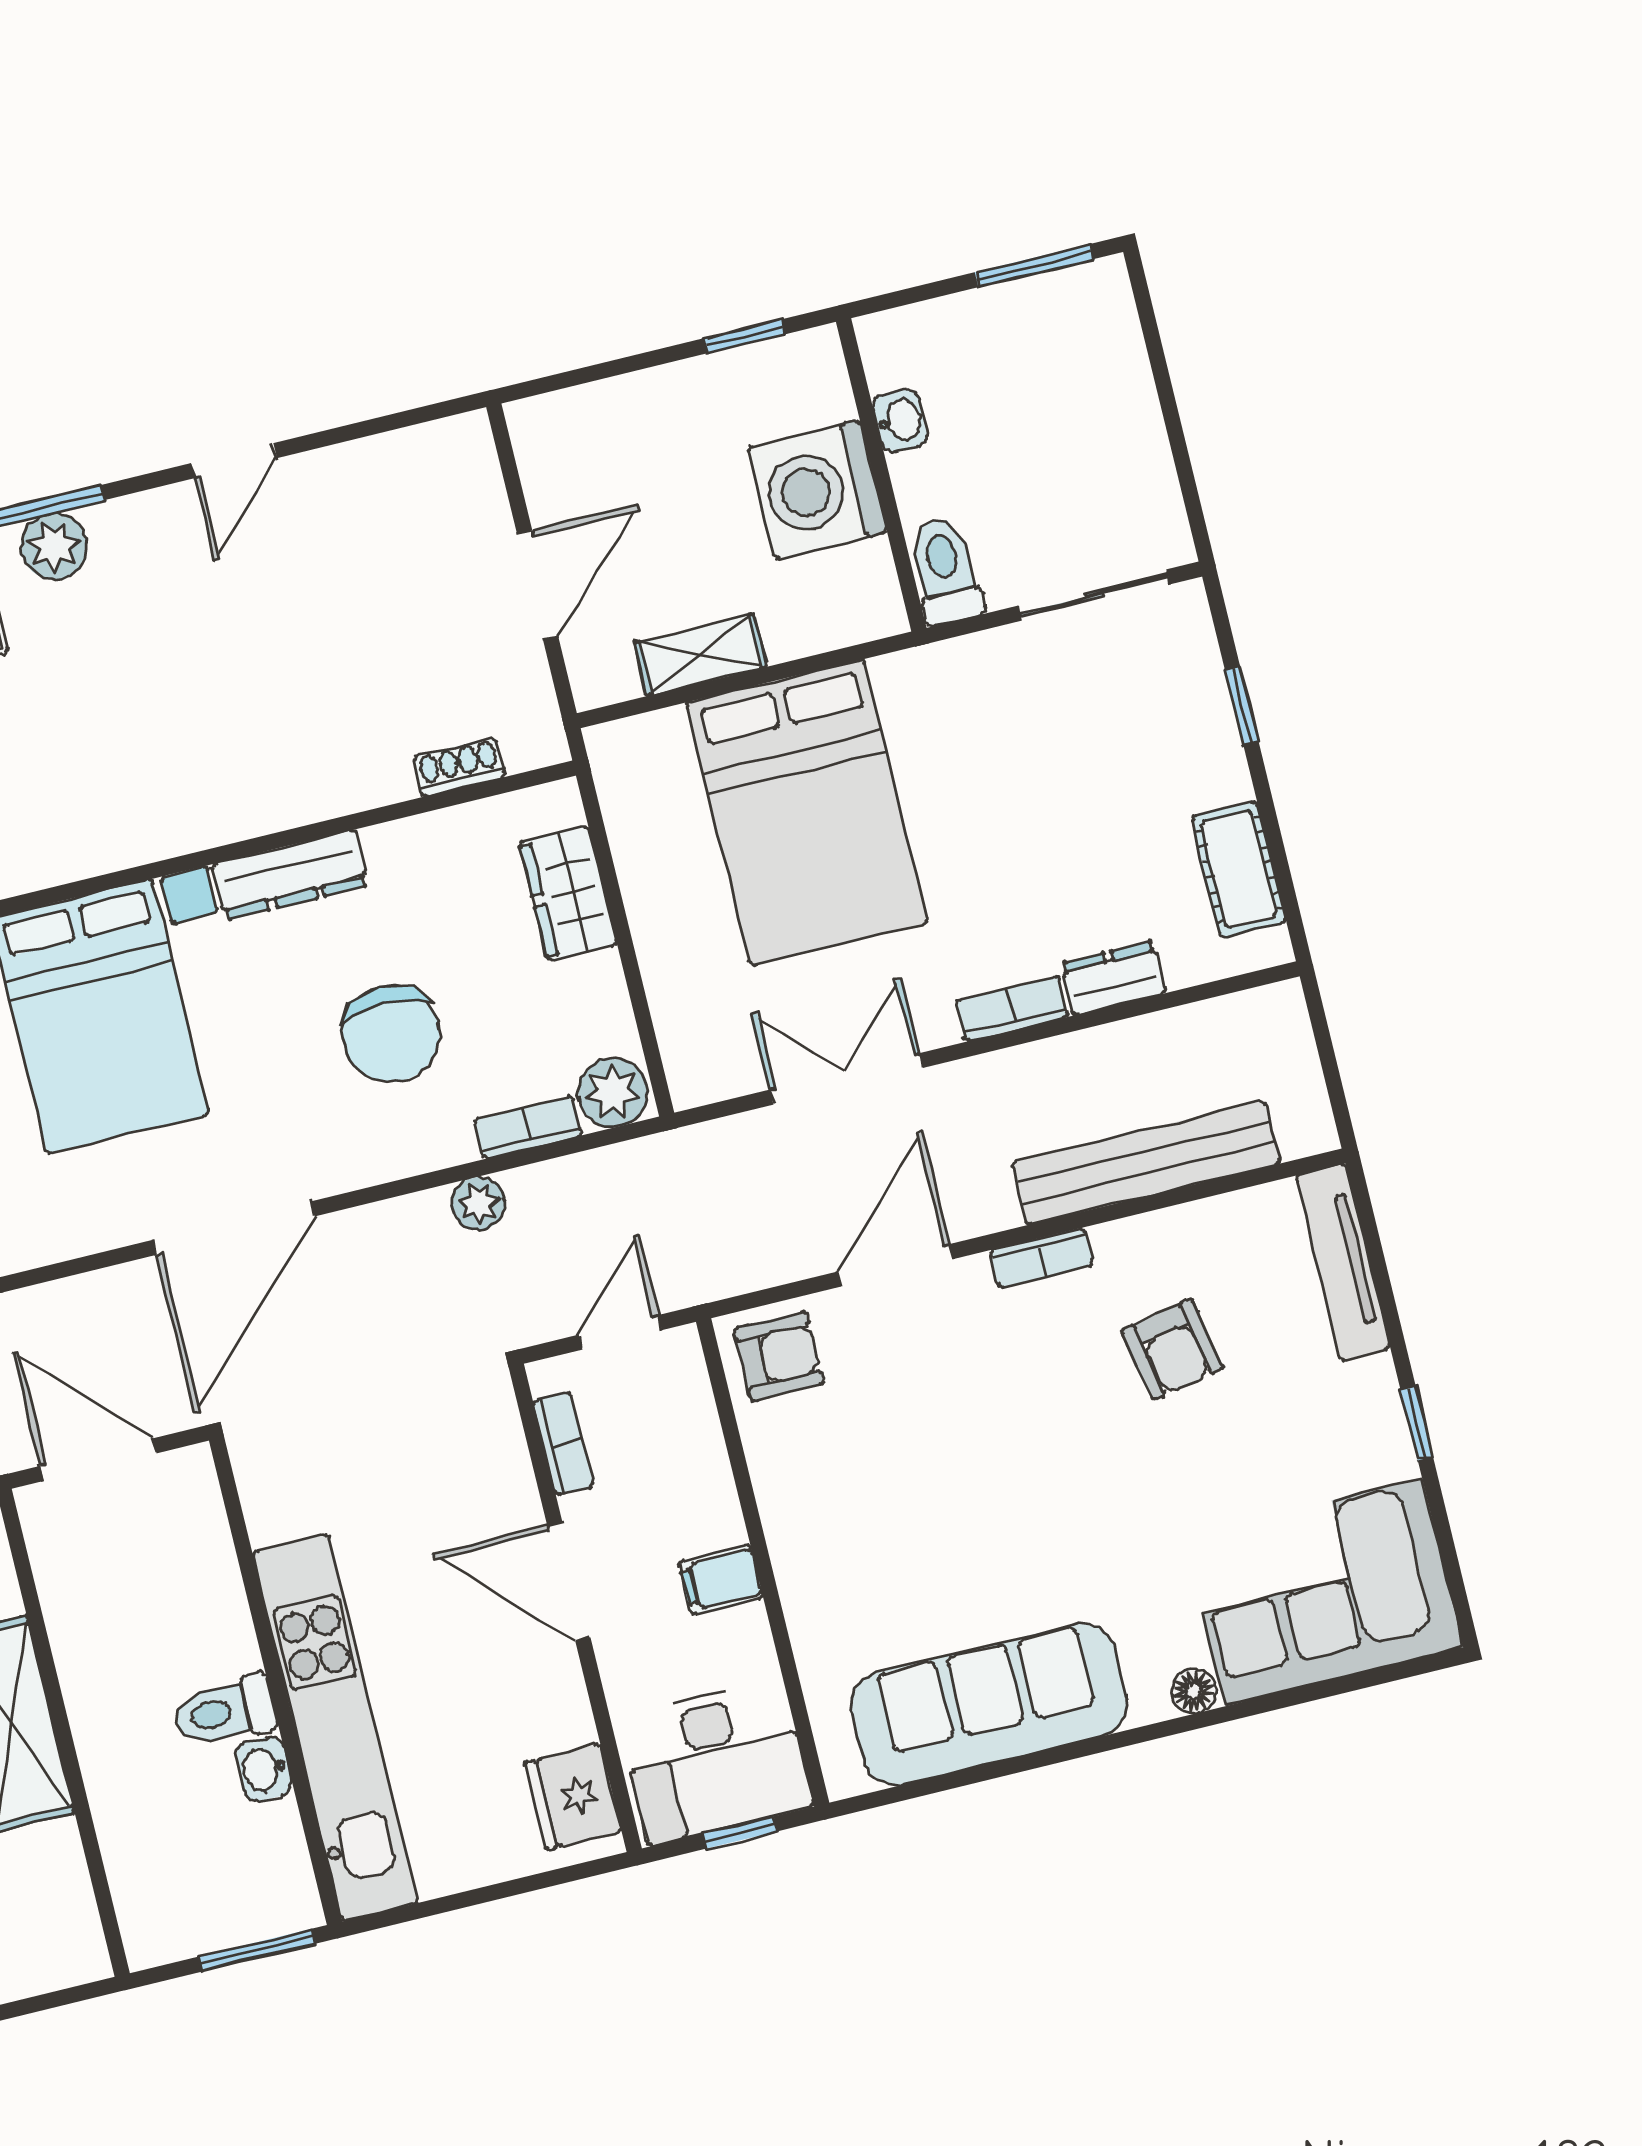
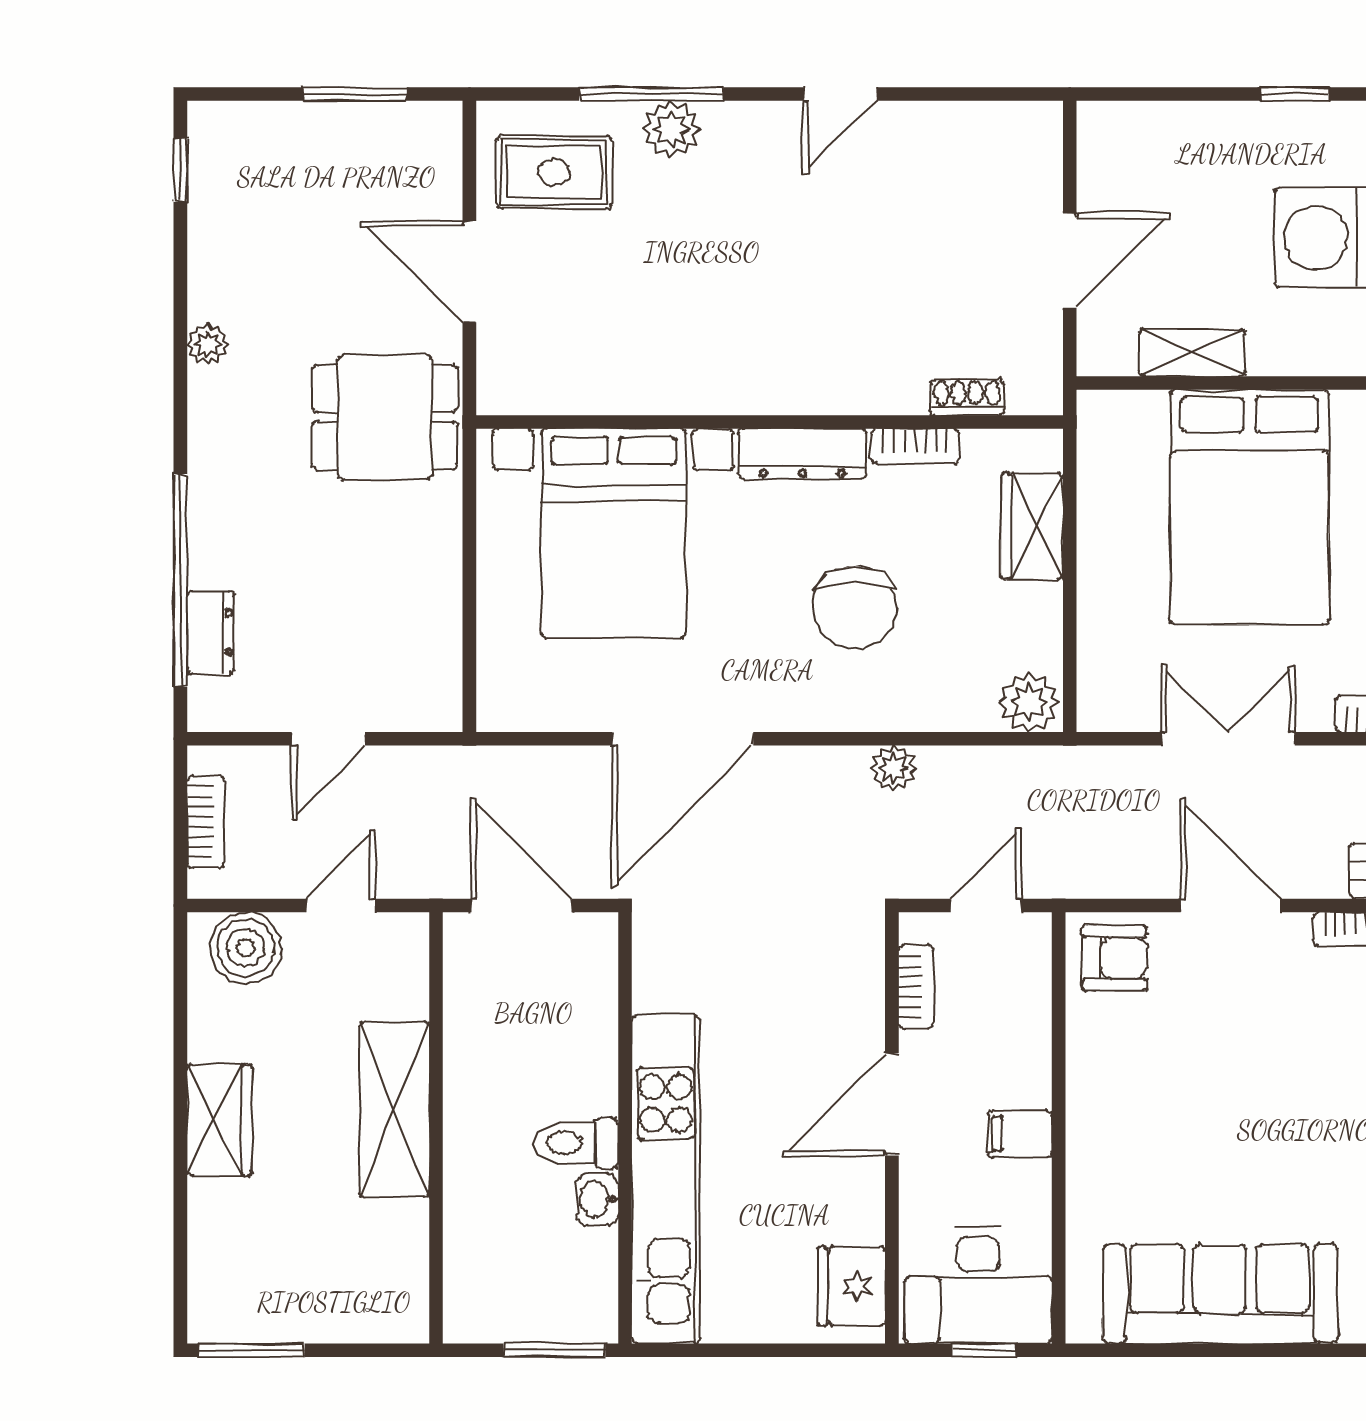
bookcase: (528, 1127) -> (915, 446), moved, turned 180
door: (895, 1265) -> (1231, 906), hinge flipped
door: (569, 1582) -> (892, 1104), hinge flipped

